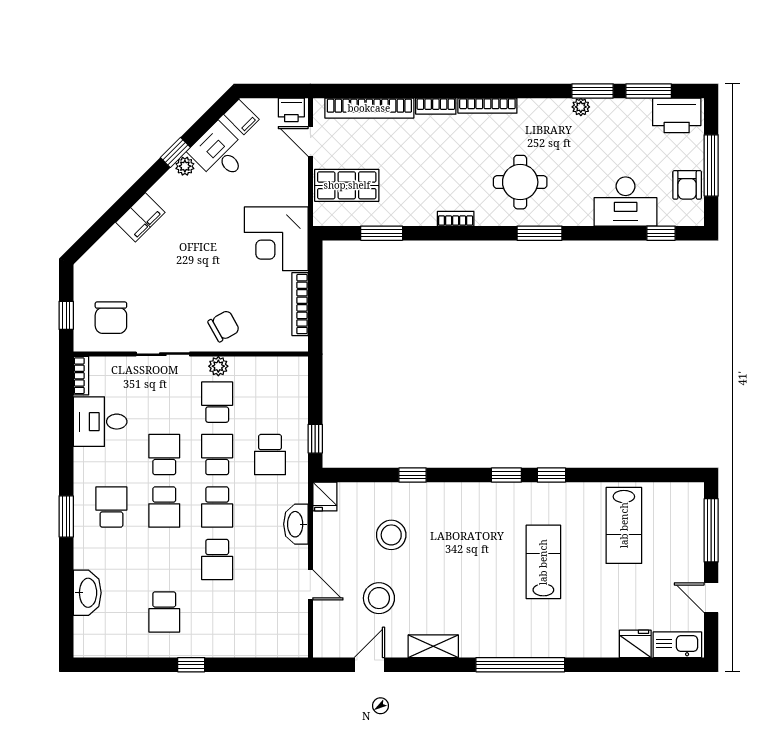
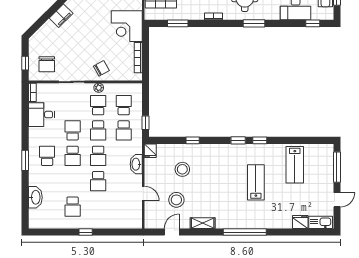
school desk: (270, 402) -> (124, 105), added
school desk: (217, 455) -> (98, 130), turned 180
door: (711, 598) -> (337, 200), swing flipped

